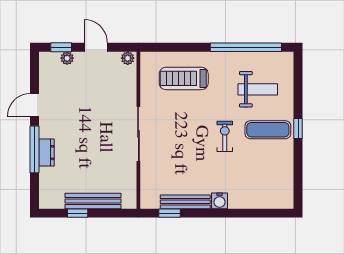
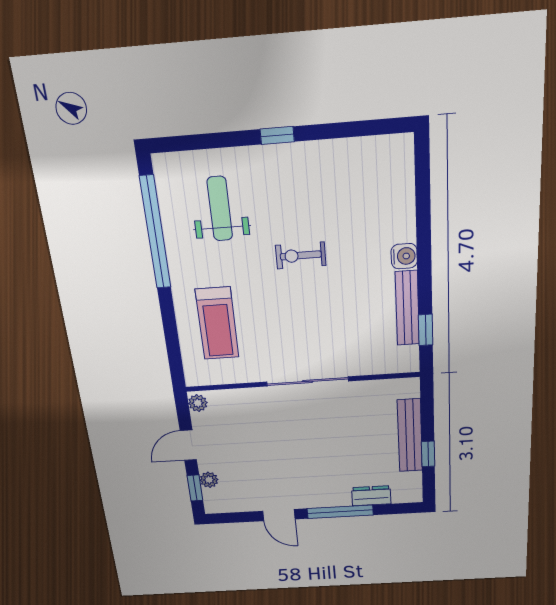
exercise mat: (268, 130) -> (284, 187), removed
dresser: (47, 153) -> (371, 496), moved

